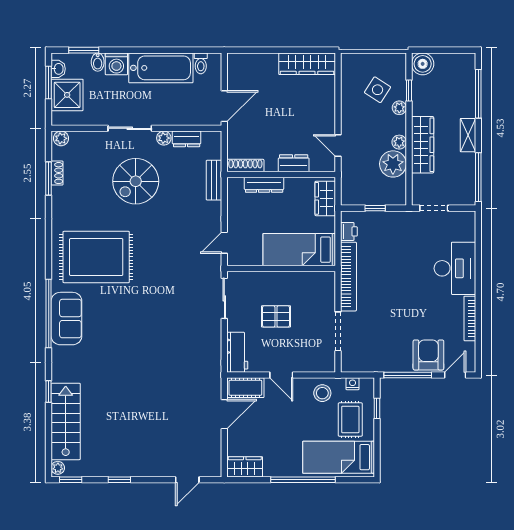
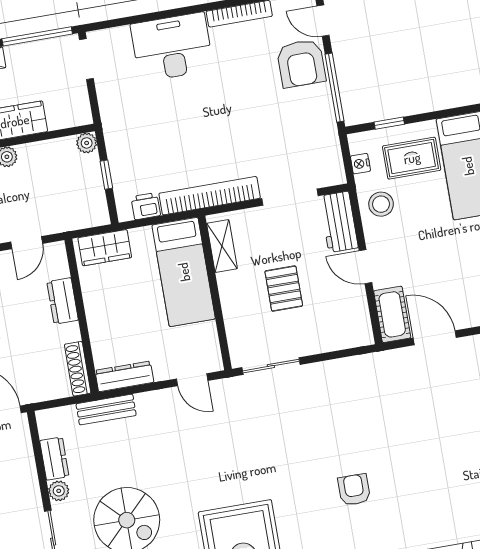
plant: (393, 164) -> (87, 143), moved, width x0.53, depth x0.53
dresser: (264, 185) -> (124, 376), moved, turned -90
doorway: (434, 208) -> (86, 59), moved
shelving: (312, 279) -> (222, 246), added
armchair: (130, 341) -> (354, 490), added
workbench: (237, 352) -> (339, 222), moved, turned -90
armchair: (428, 355) -> (301, 63), turned -90
door: (281, 375) -> (365, 267), swing flipped

